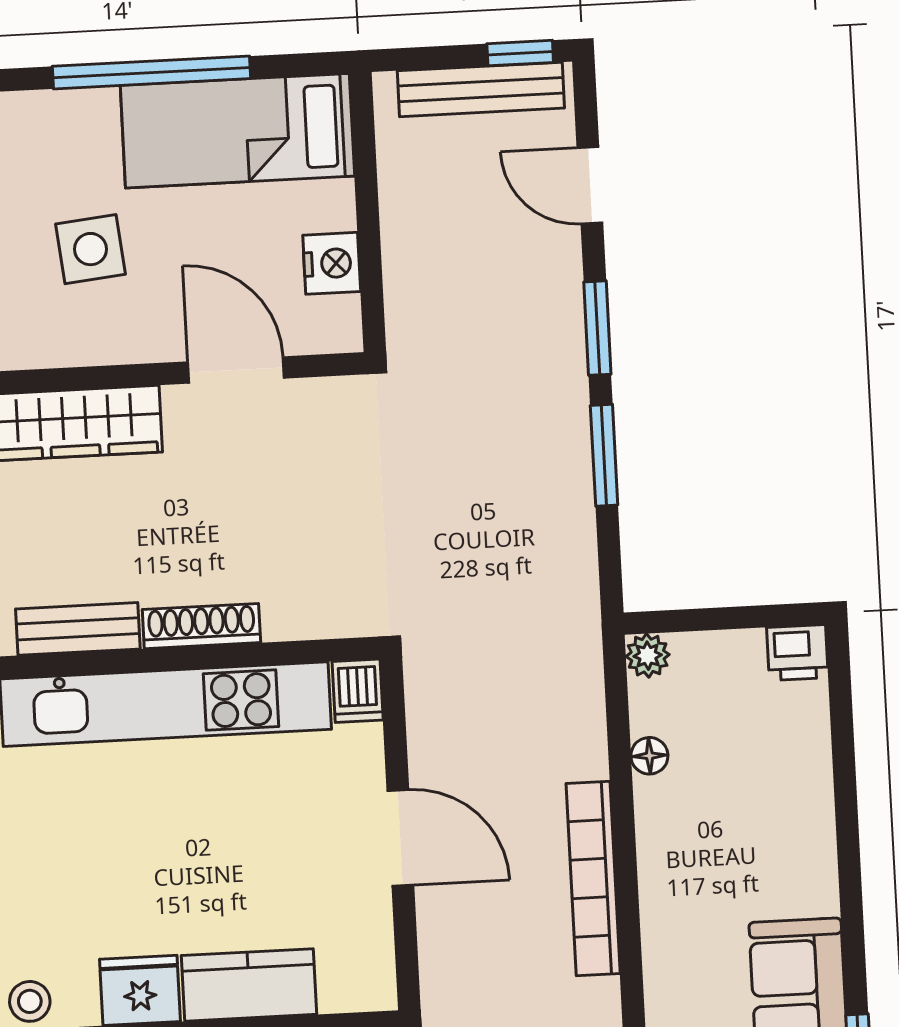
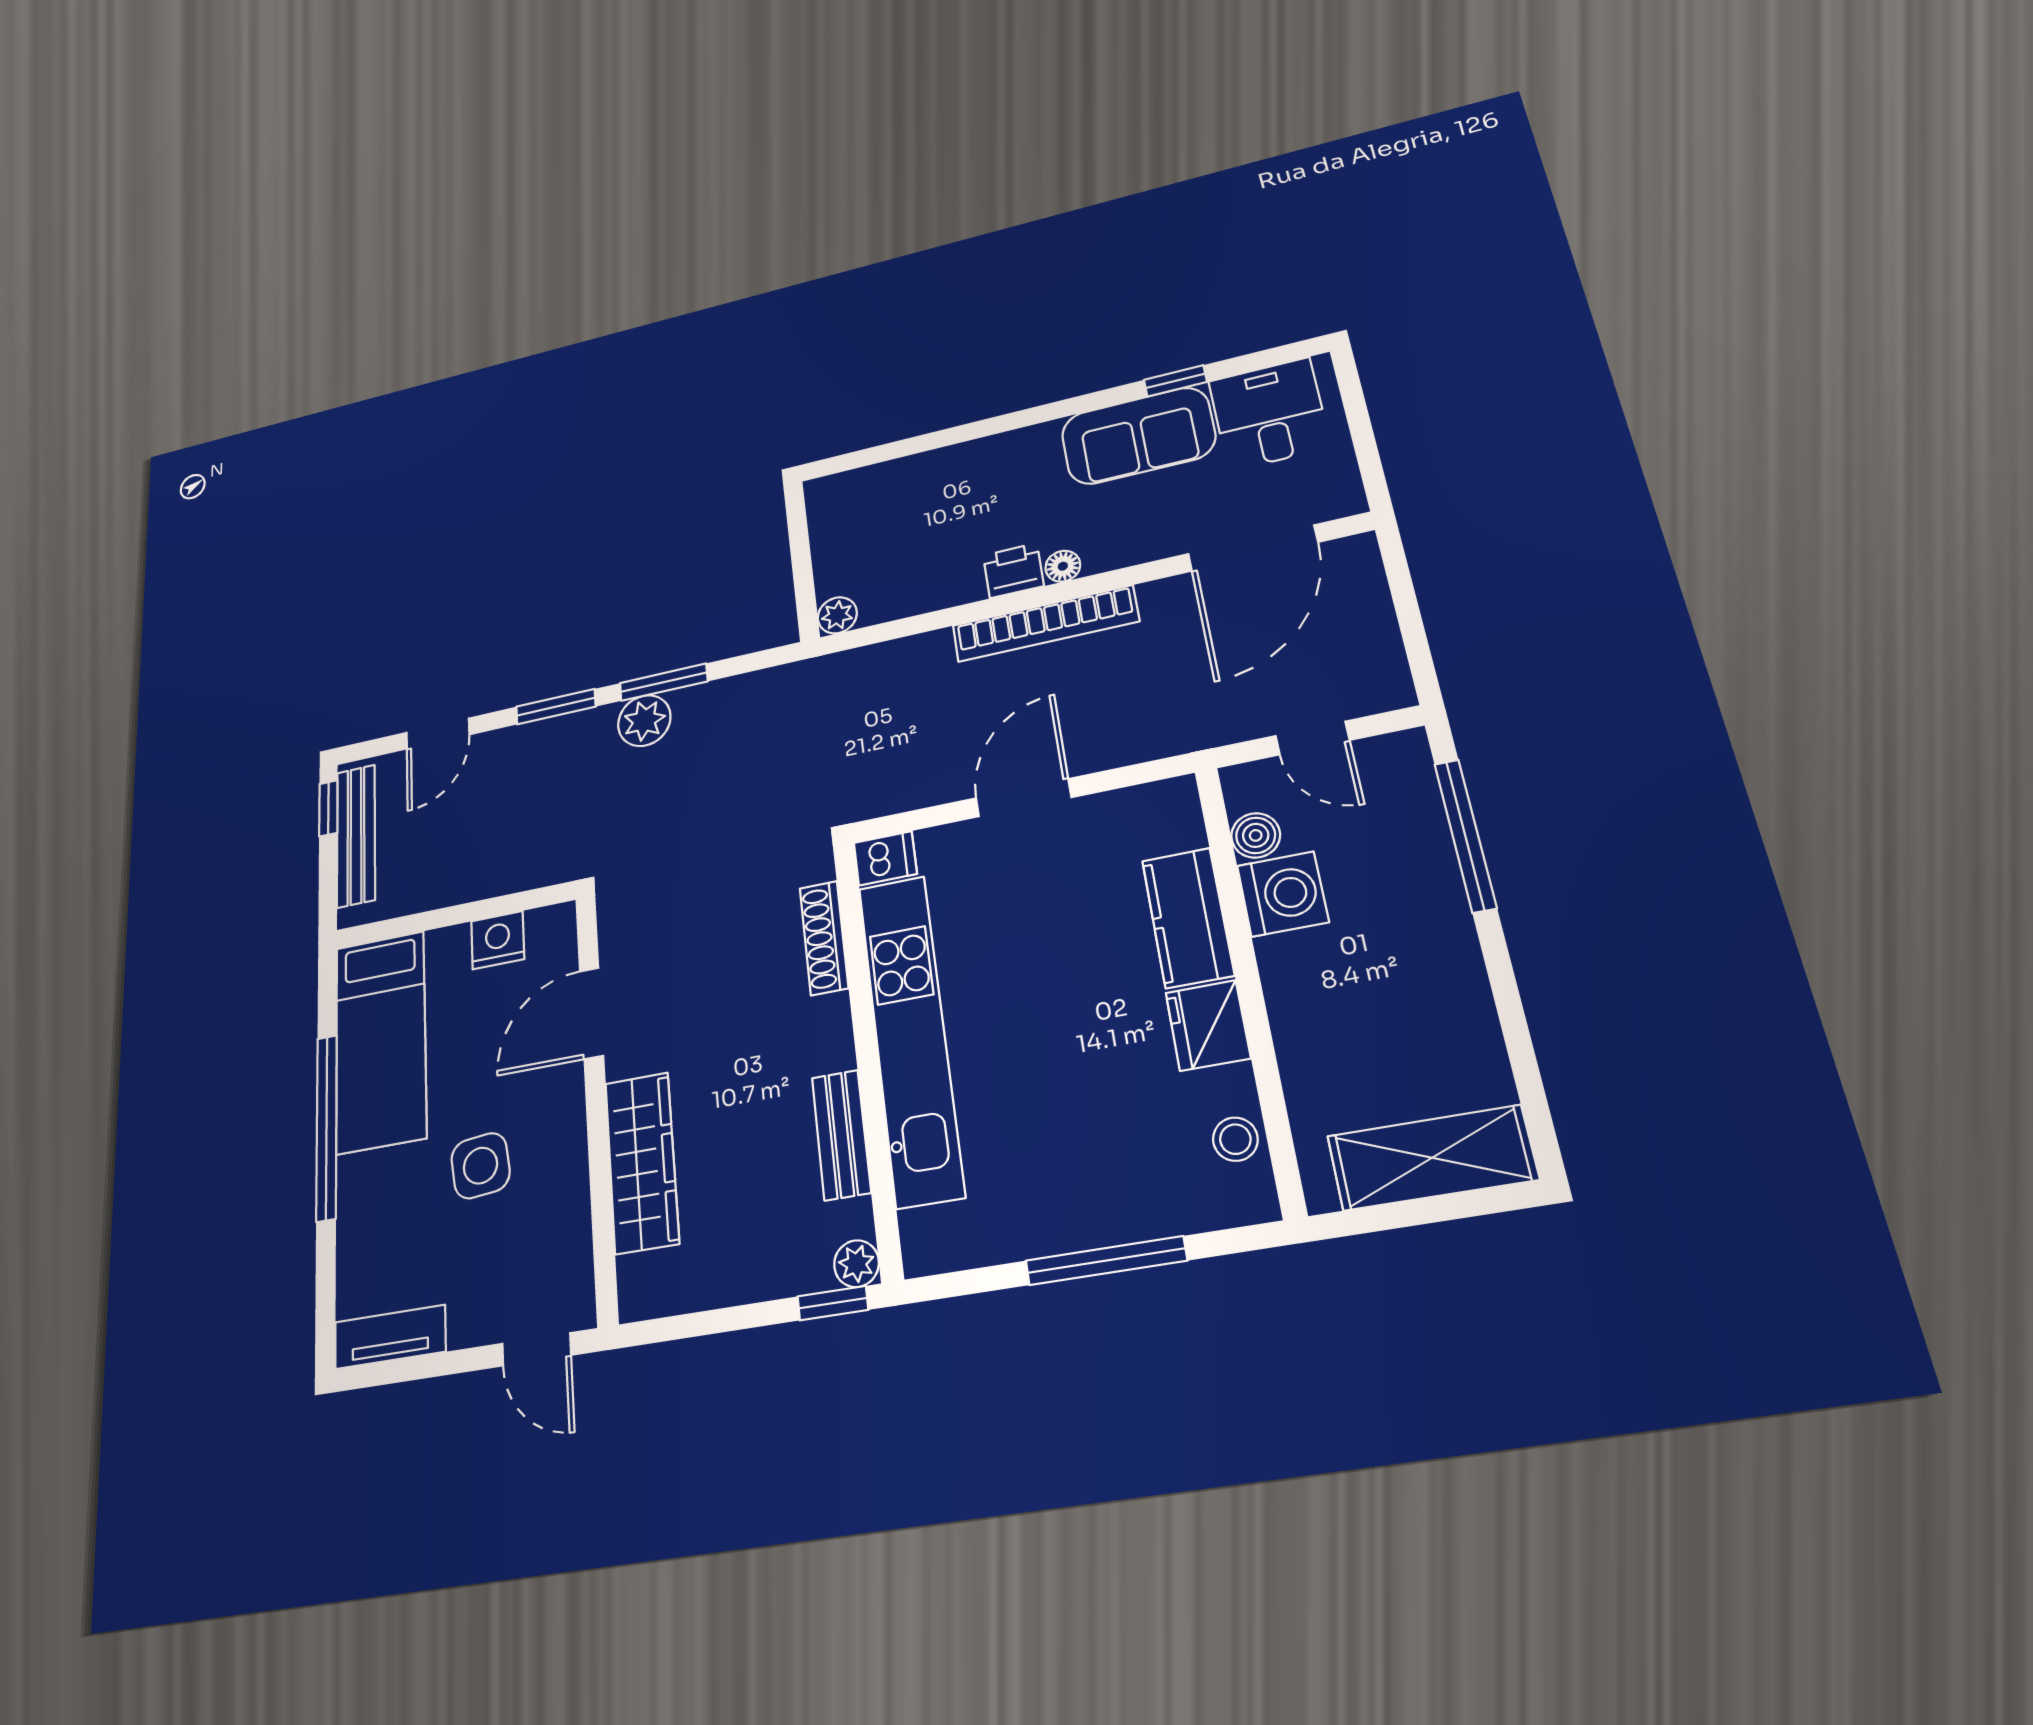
plant: (561, 432) -> (644, 721), added
shoe rack: (201, 626) -> (824, 938), moved
printer: (797, 653) -> (1013, 571), moved, turned -90
floor lamp: (649, 756) -> (1063, 566), moved

